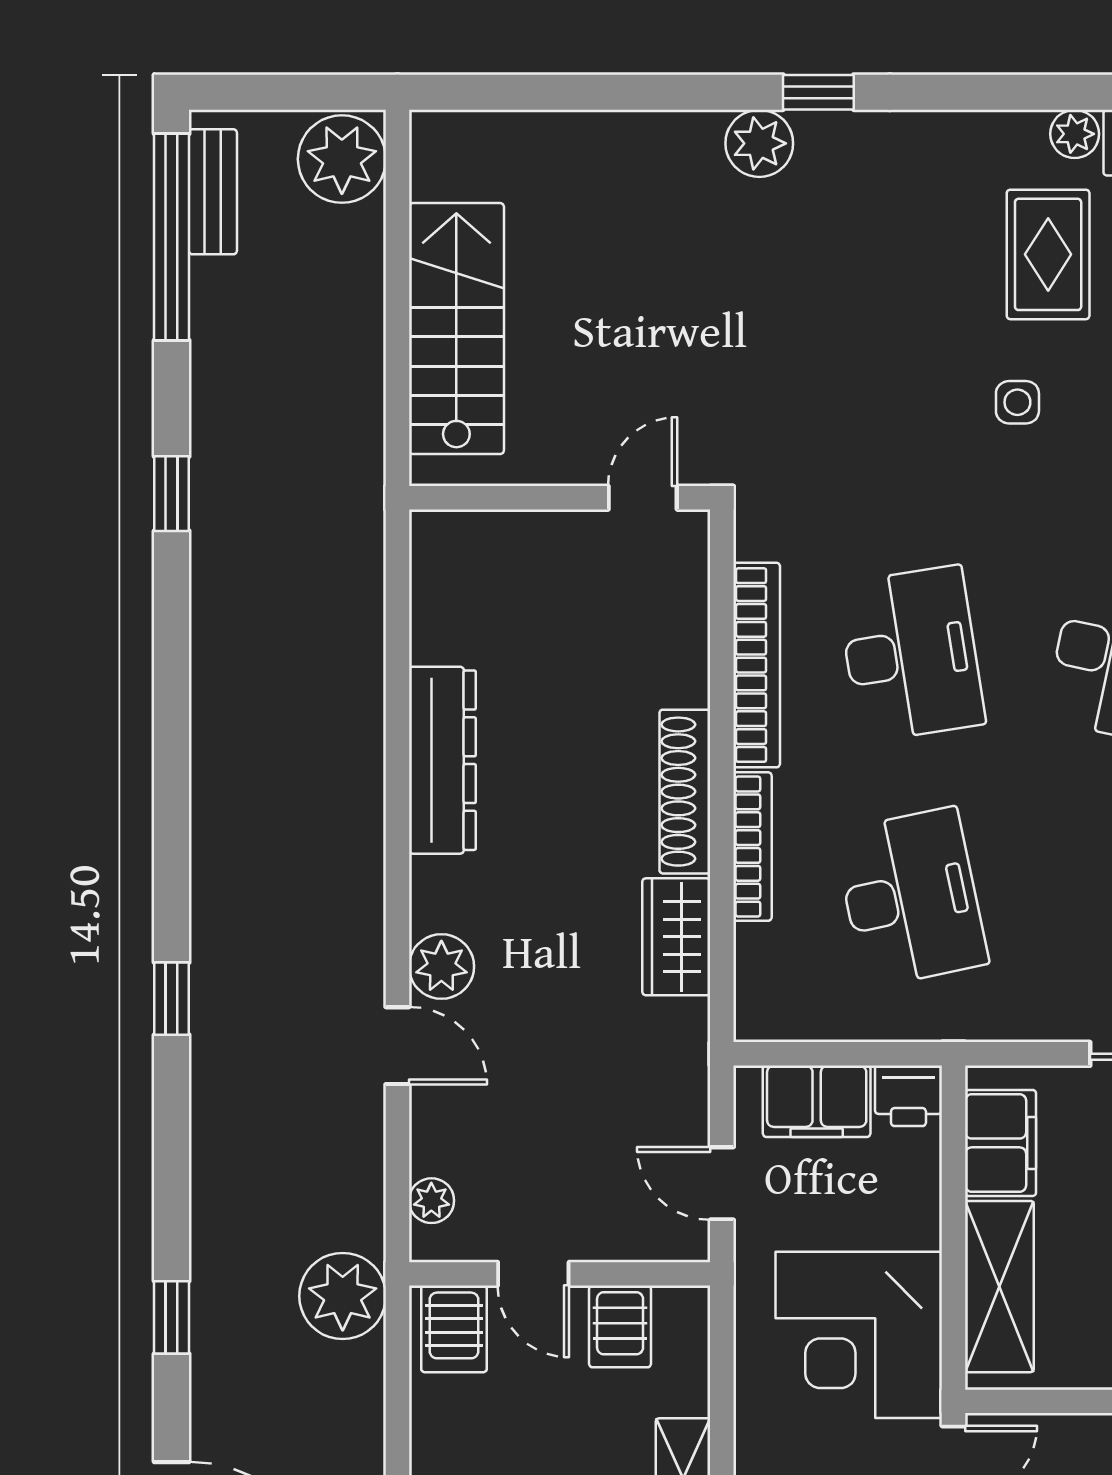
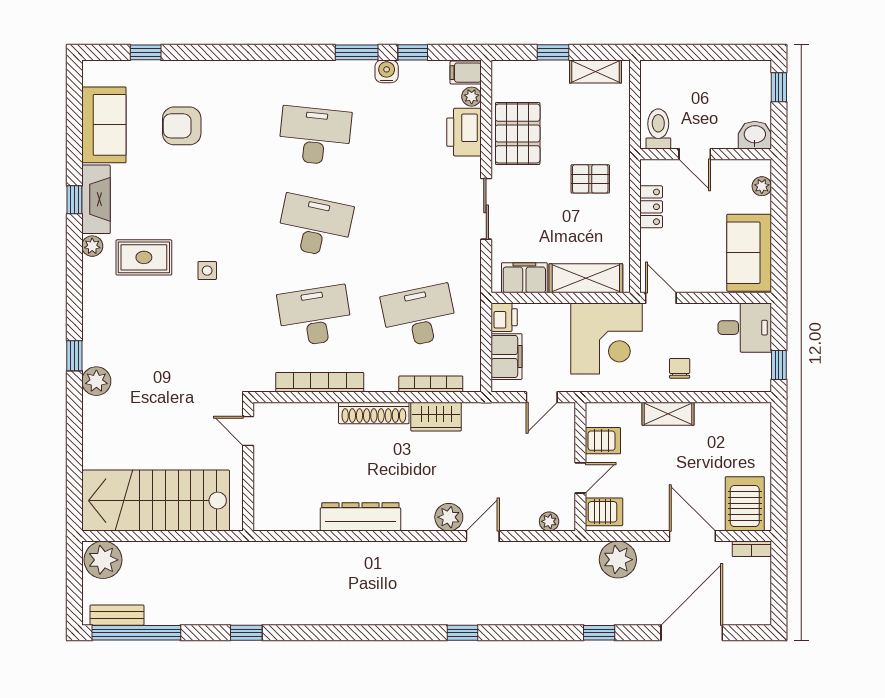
stairs: (456, 329) -> (156, 501), width x1.36, depth x1.51
bookcase: (752, 847) -> (431, 384), moved
plant: (343, 1296) -> (618, 560), moved

